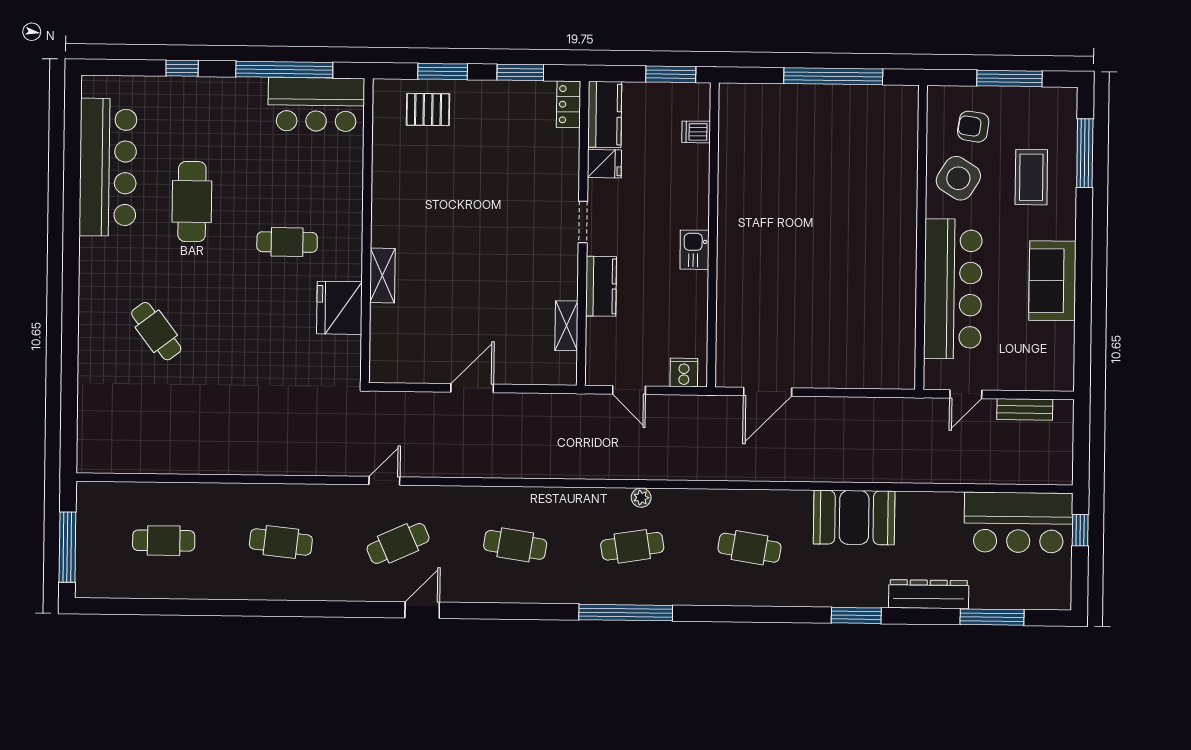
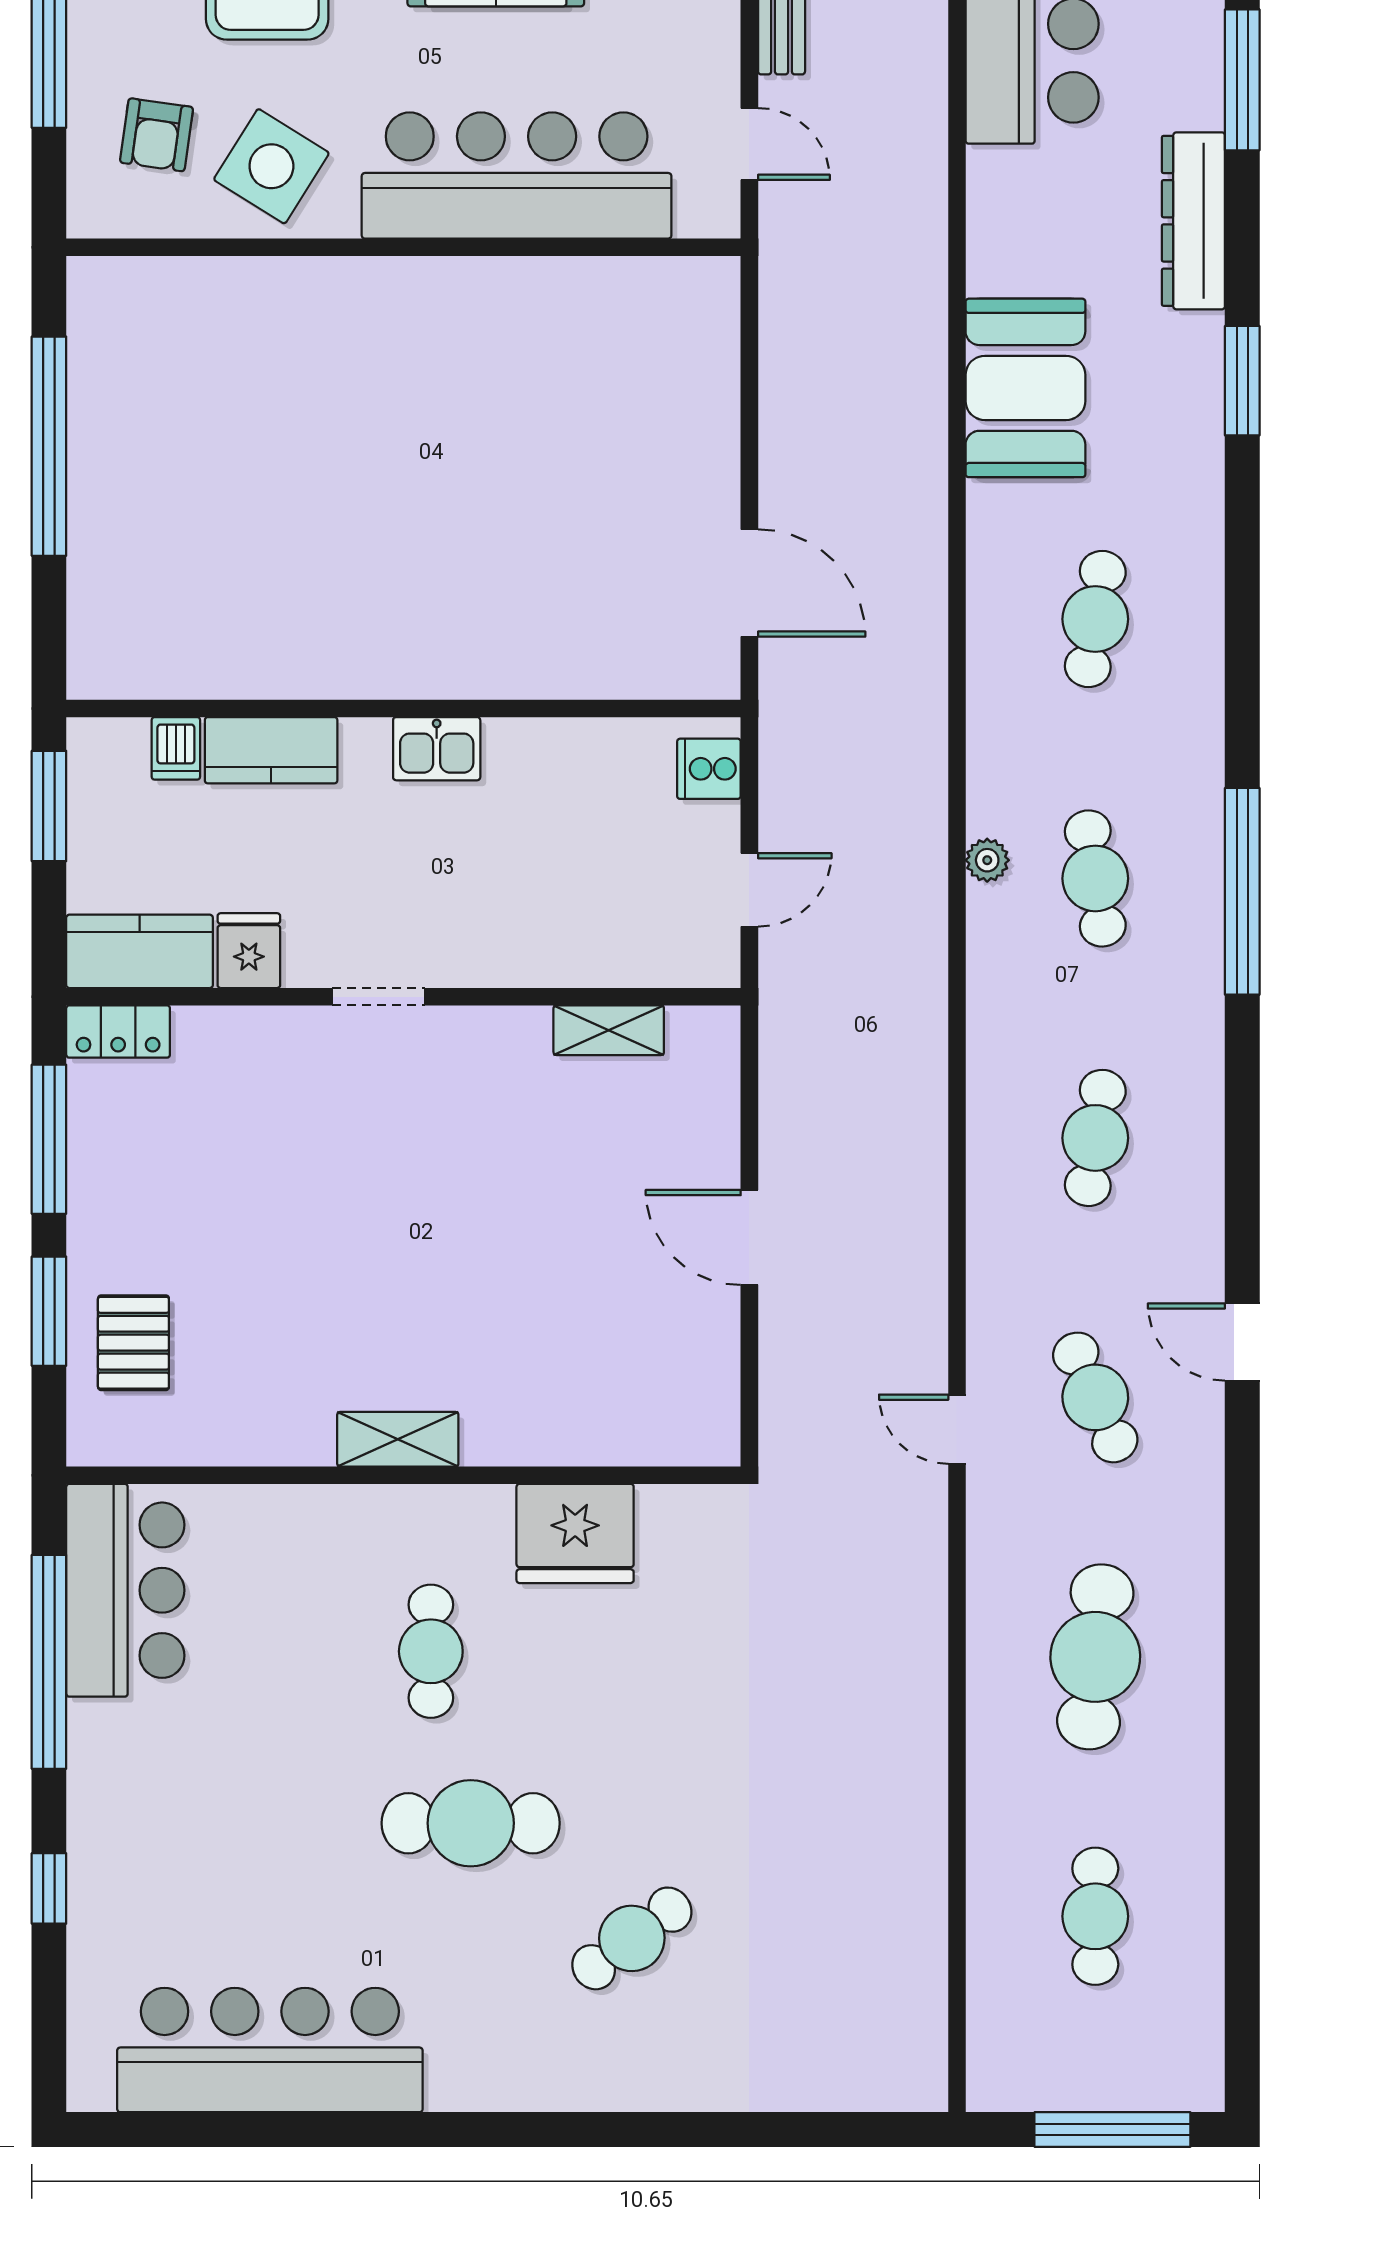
window: (520, 72) -> (49, 1139), width x1.44
cafe table: (192, 202) -> (471, 1823), moved
shelving: (382, 275) -> (398, 1439), moved
kitchen counter: (601, 286) -> (271, 750), moved, turned 180
cafe table: (281, 542) -> (1095, 1657), width x1.37, depth x1.35

